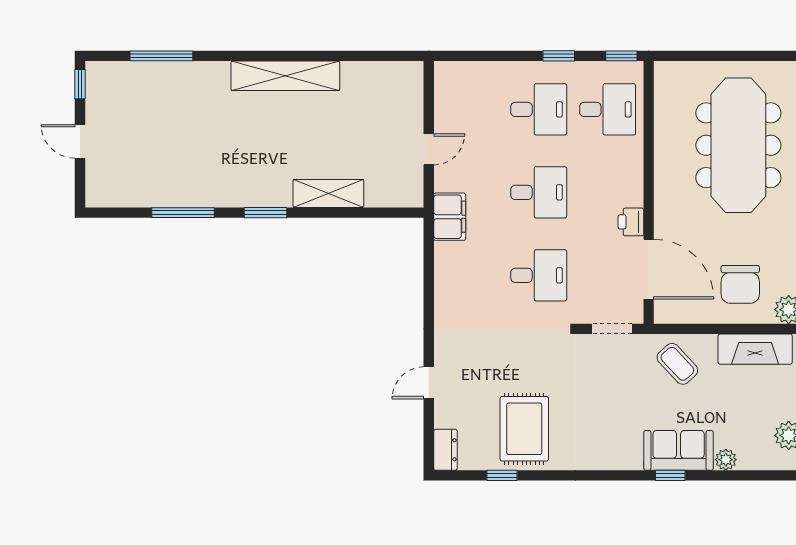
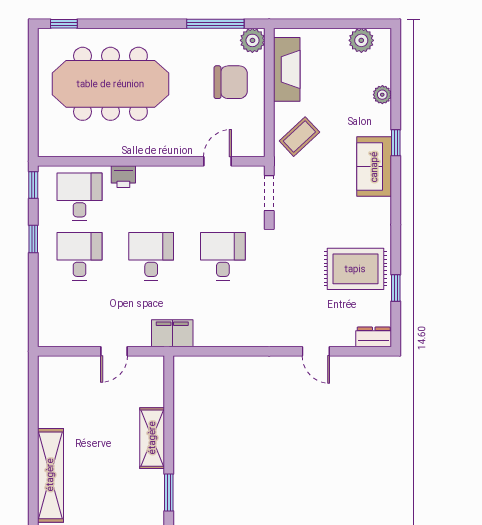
door: (429, 149) -> (114, 351), swing flipped
printer: (631, 222) -> (123, 177), moved
door: (649, 269) -> (217, 161), width x0.53
sofa: (679, 450) -> (374, 167), moved

